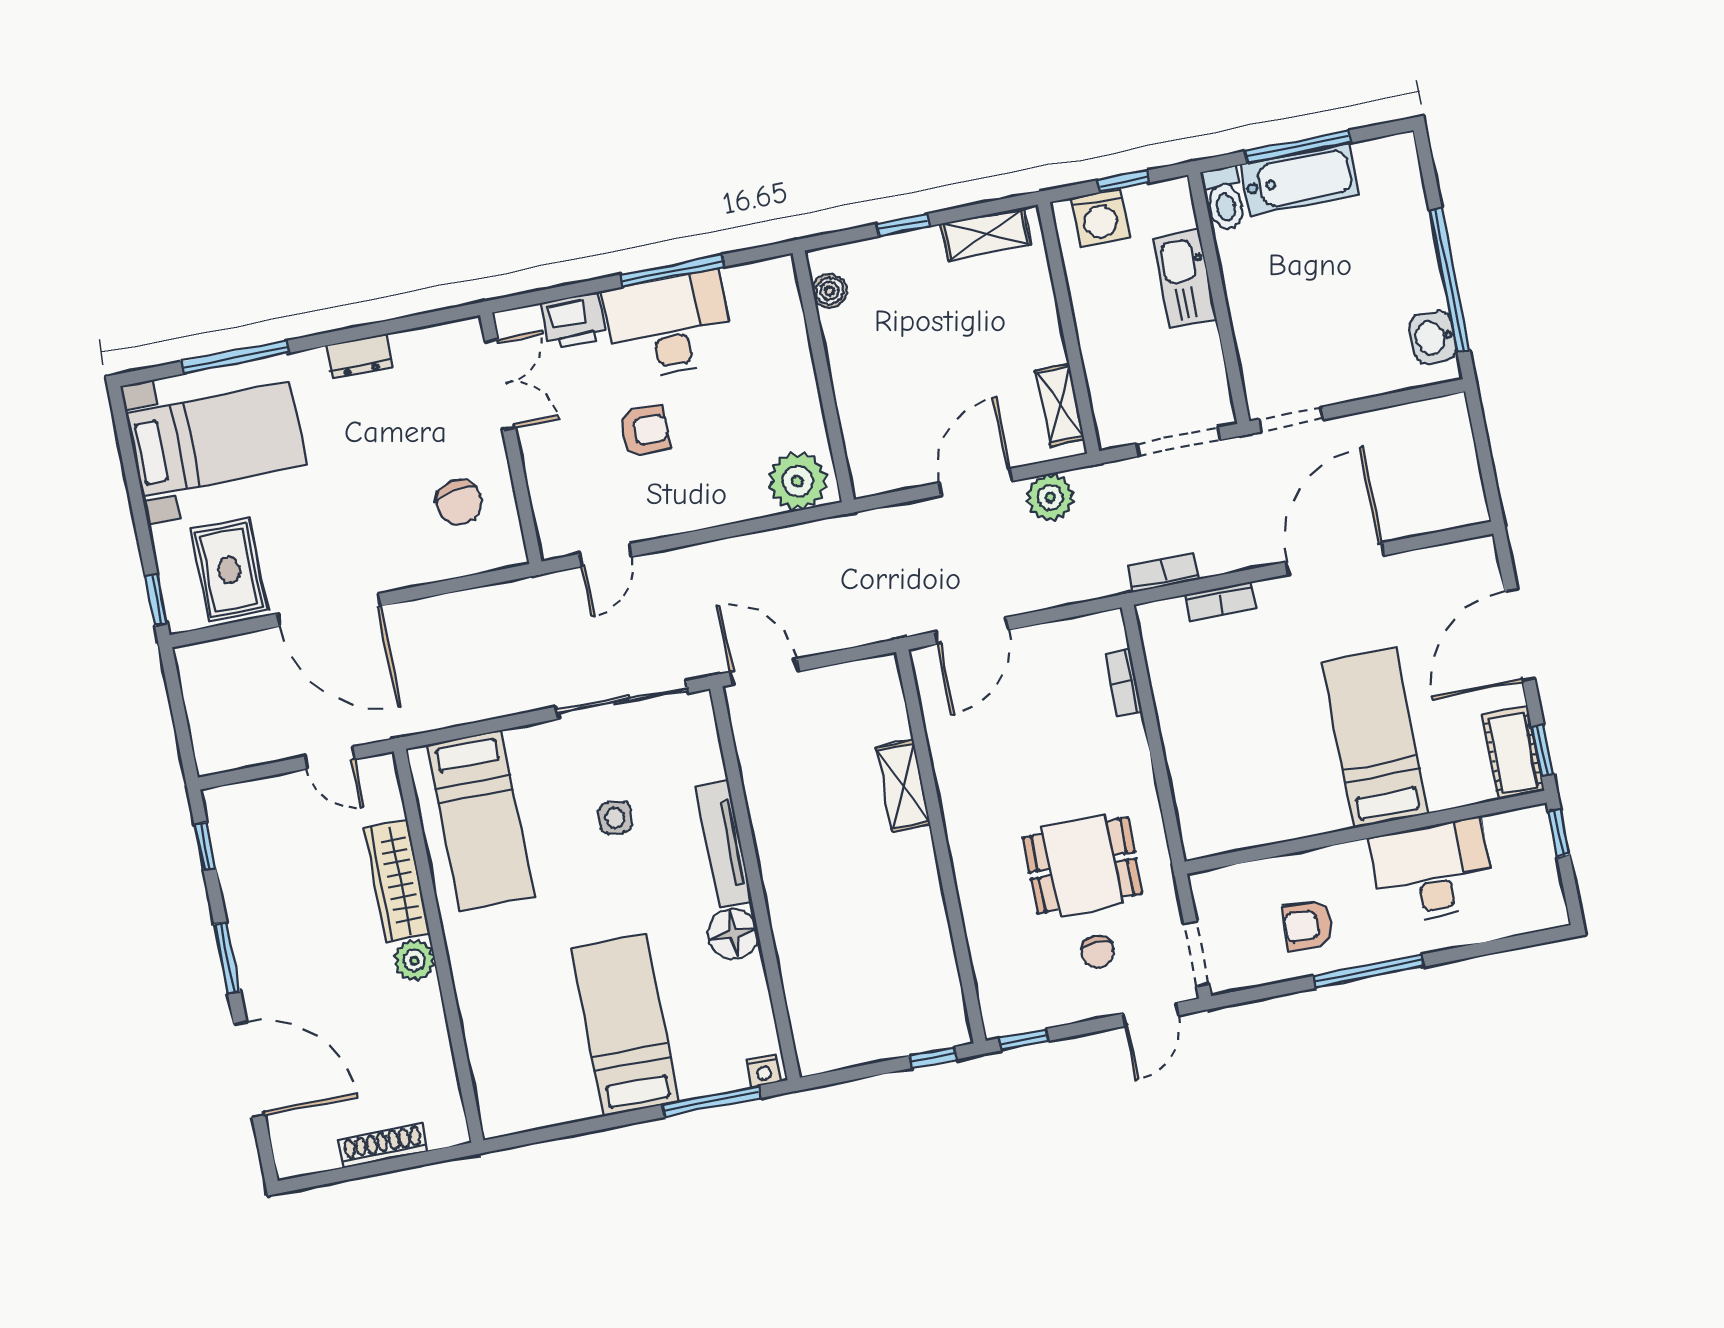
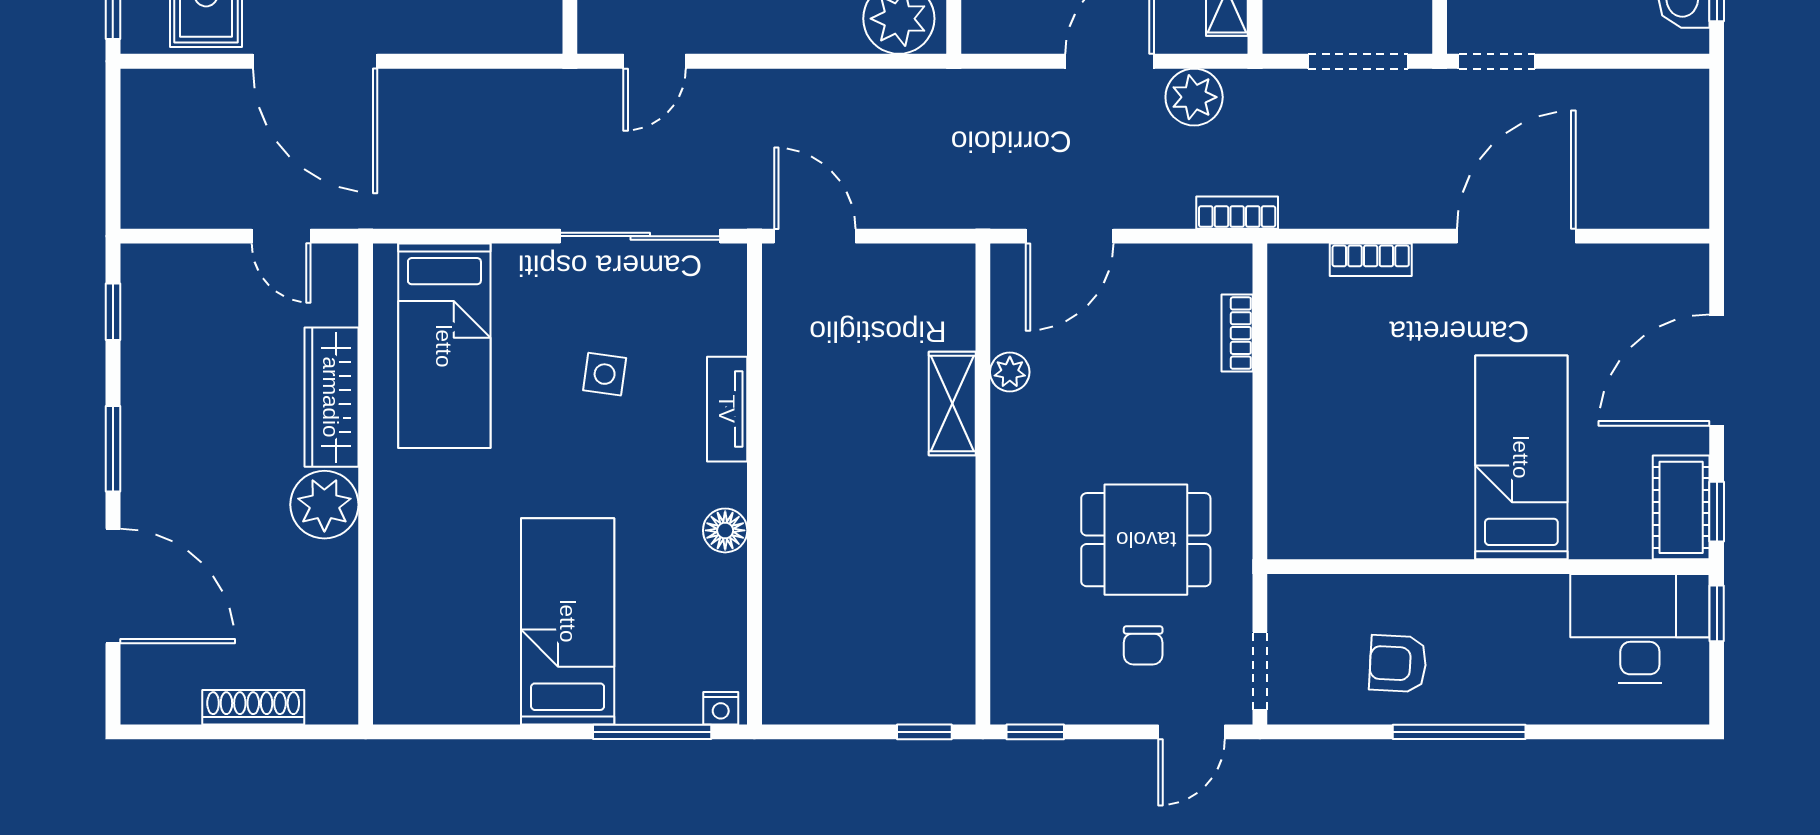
bookcase: (1163, 573) -> (1237, 213), moved
plant: (945, 751) -> (1010, 372), added
tv unit: (724, 844) -> (727, 409), width x0.71
desk: (1433, 871) -> (1640, 629), moved
floor lamp: (733, 934) -> (725, 530), width x0.73, depth x0.73
plant: (414, 960) -> (324, 505), width x1.36, depth x1.36

